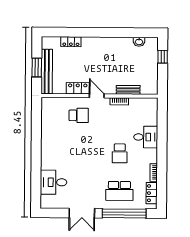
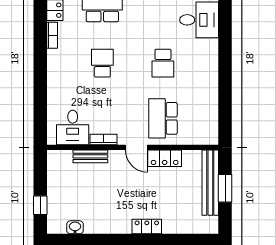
locker: (71, 42) -> (147, 227), moved
school desk: (79, 115) -> (163, 118), width x1.85
desk: (146, 137) -> (73, 127), moved, turned -90
school desk: (78, 153) -> (163, 63), added

